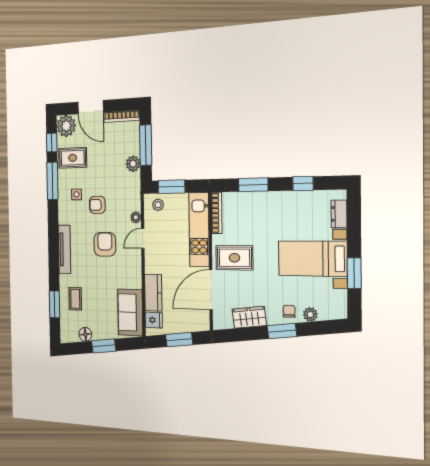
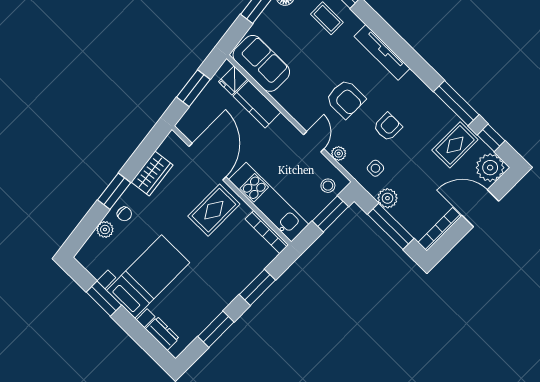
window: (303, 183) -> (216, 329), width x1.50
side table: (76, 194) -> (375, 168), moved

